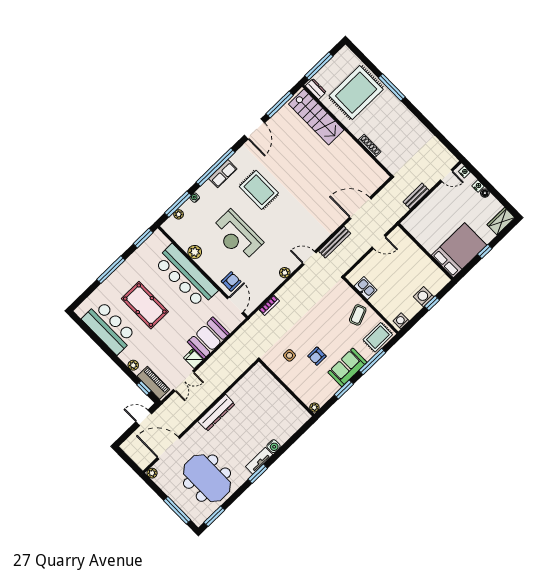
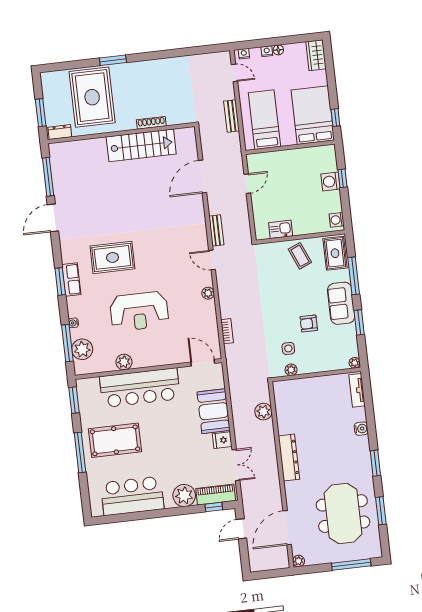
window: (319, 66) -> (41, 113), width x0.69
window: (392, 87) -> (113, 60), width x0.69
stairs: (316, 117) -> (141, 145), moved
door: (255, 129) -> (53, 218), swing flipped
window: (216, 167) -> (60, 282), width x0.47
door: (447, 176) -> (234, 73), hinge flipped
plant: (179, 214) -> (82, 349), width x1.87, depth x1.87
bed: (431, 220) -> (264, 120), added
bench: (335, 242) -> (216, 230), width x0.73
window: (485, 251) -> (335, 118), moved
door: (309, 258) -> (212, 260), hinge flipped
armchair: (231, 281) -> (178, 349), removed
pool table: (145, 305) -> (115, 440), moved
armchair: (317, 356) -> (309, 323), turned 90
plant: (133, 365) -> (184, 496), width x1.87, depth x1.87
plant: (277, 368) -> (291, 370), added
plant: (234, 372) -> (263, 412), added
tv unit: (259, 461) -> (357, 390), moved
meeting table: (207, 478) -> (343, 514), turned 90
window: (214, 516) -> (381, 511), moved

